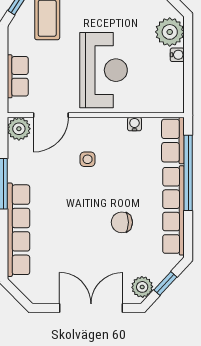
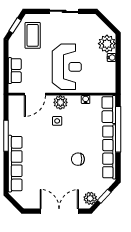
plant: (19, 129) -> (60, 102), moved

